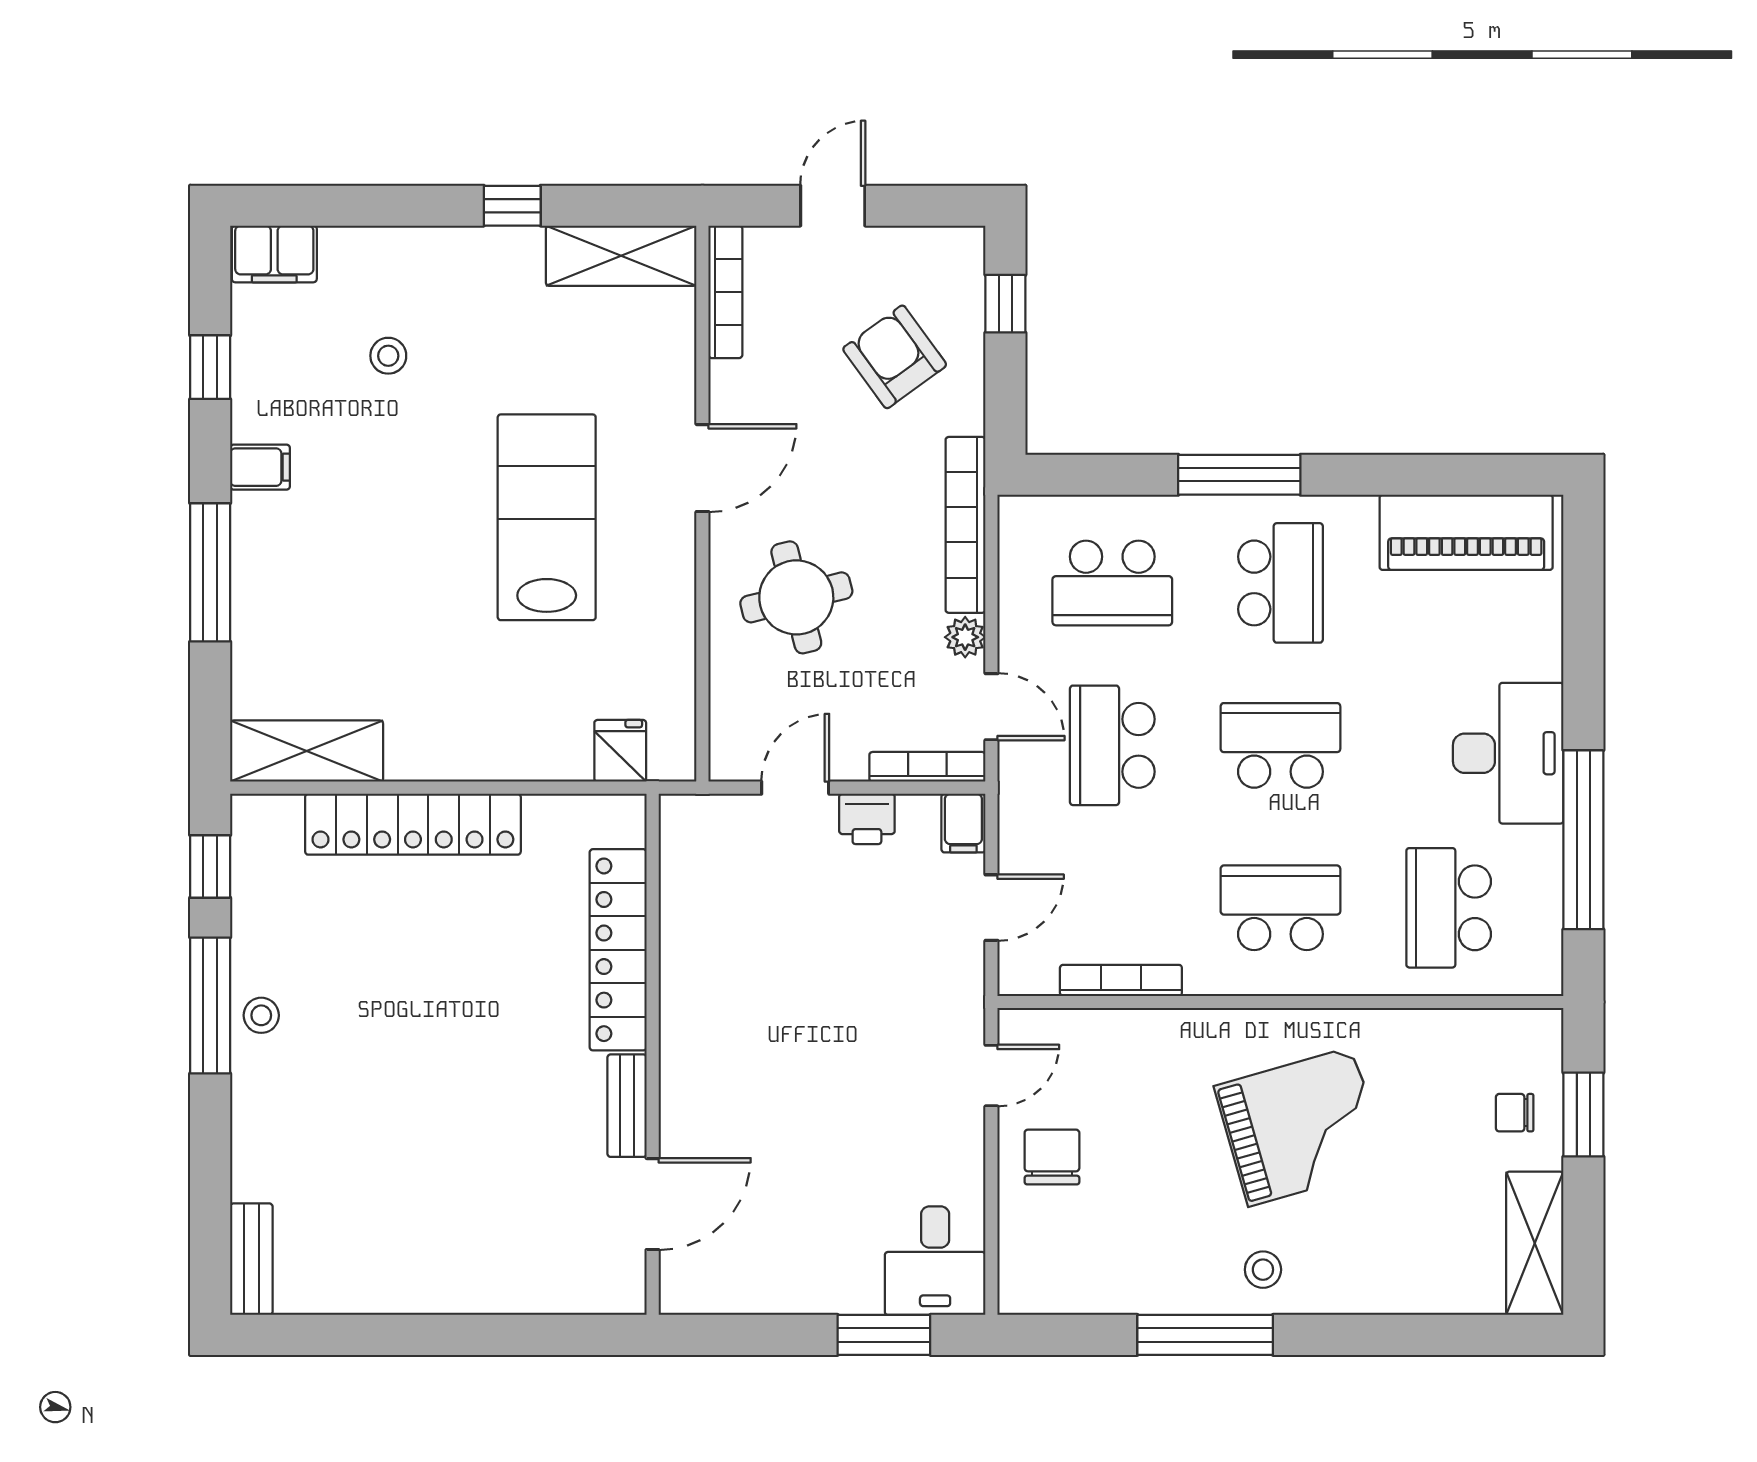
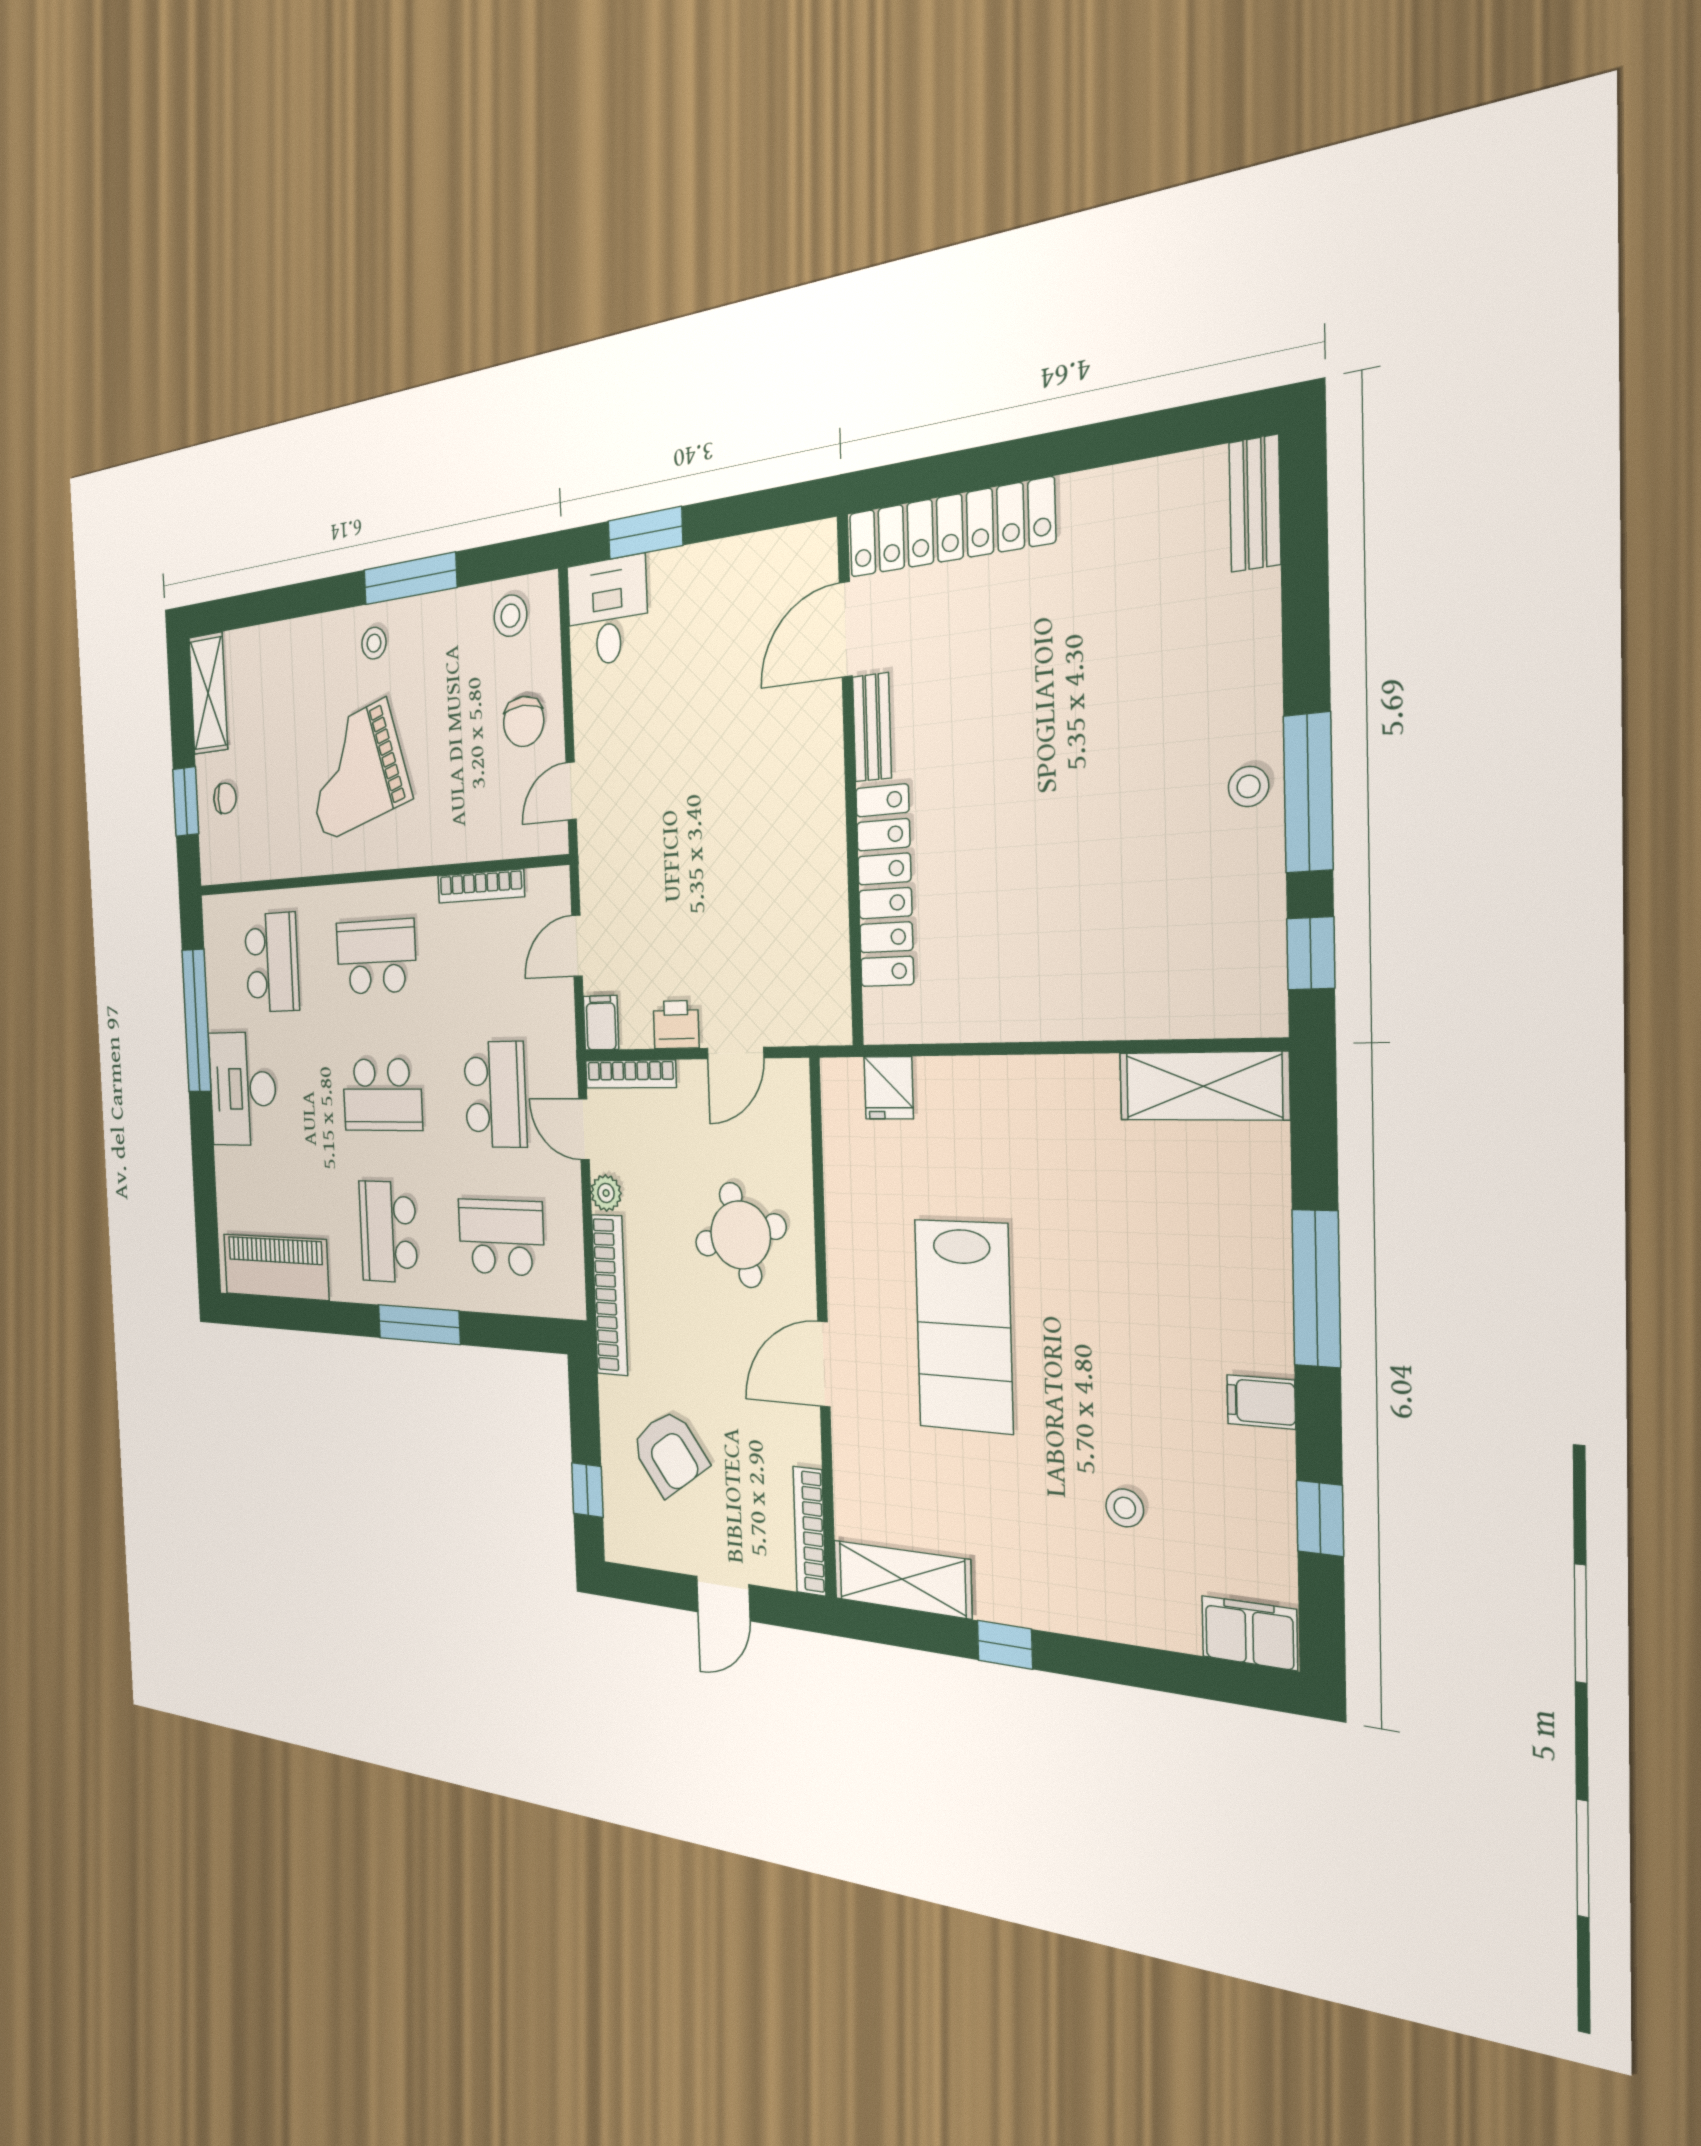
locker: (413, 824) -> (950, 528), moved, turned 180
school desk: (1280, 908) -> (376, 957), turned 180
stool: (1064, 1274) -> (510, 616), added

